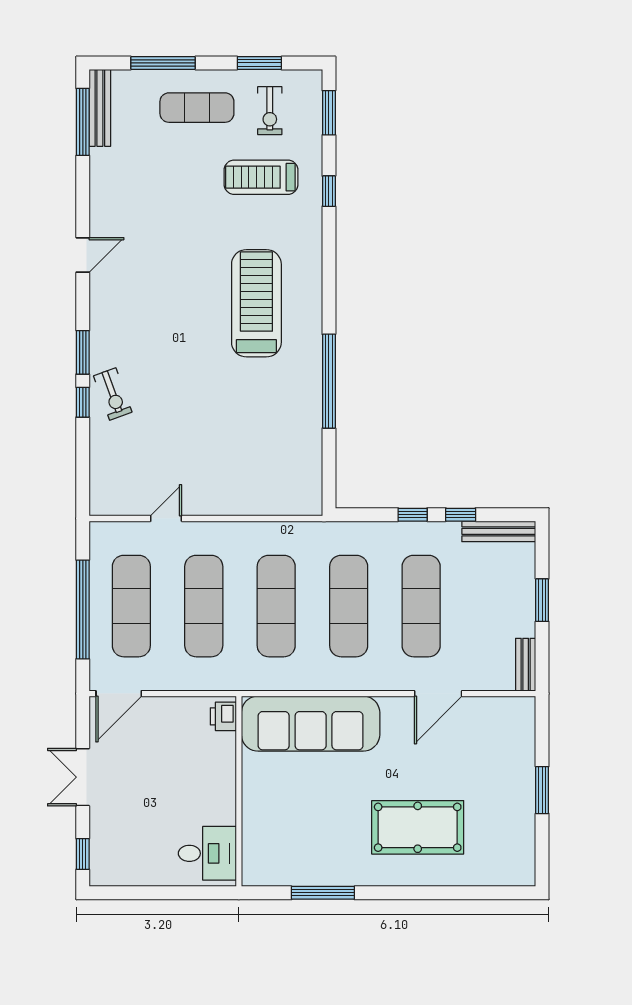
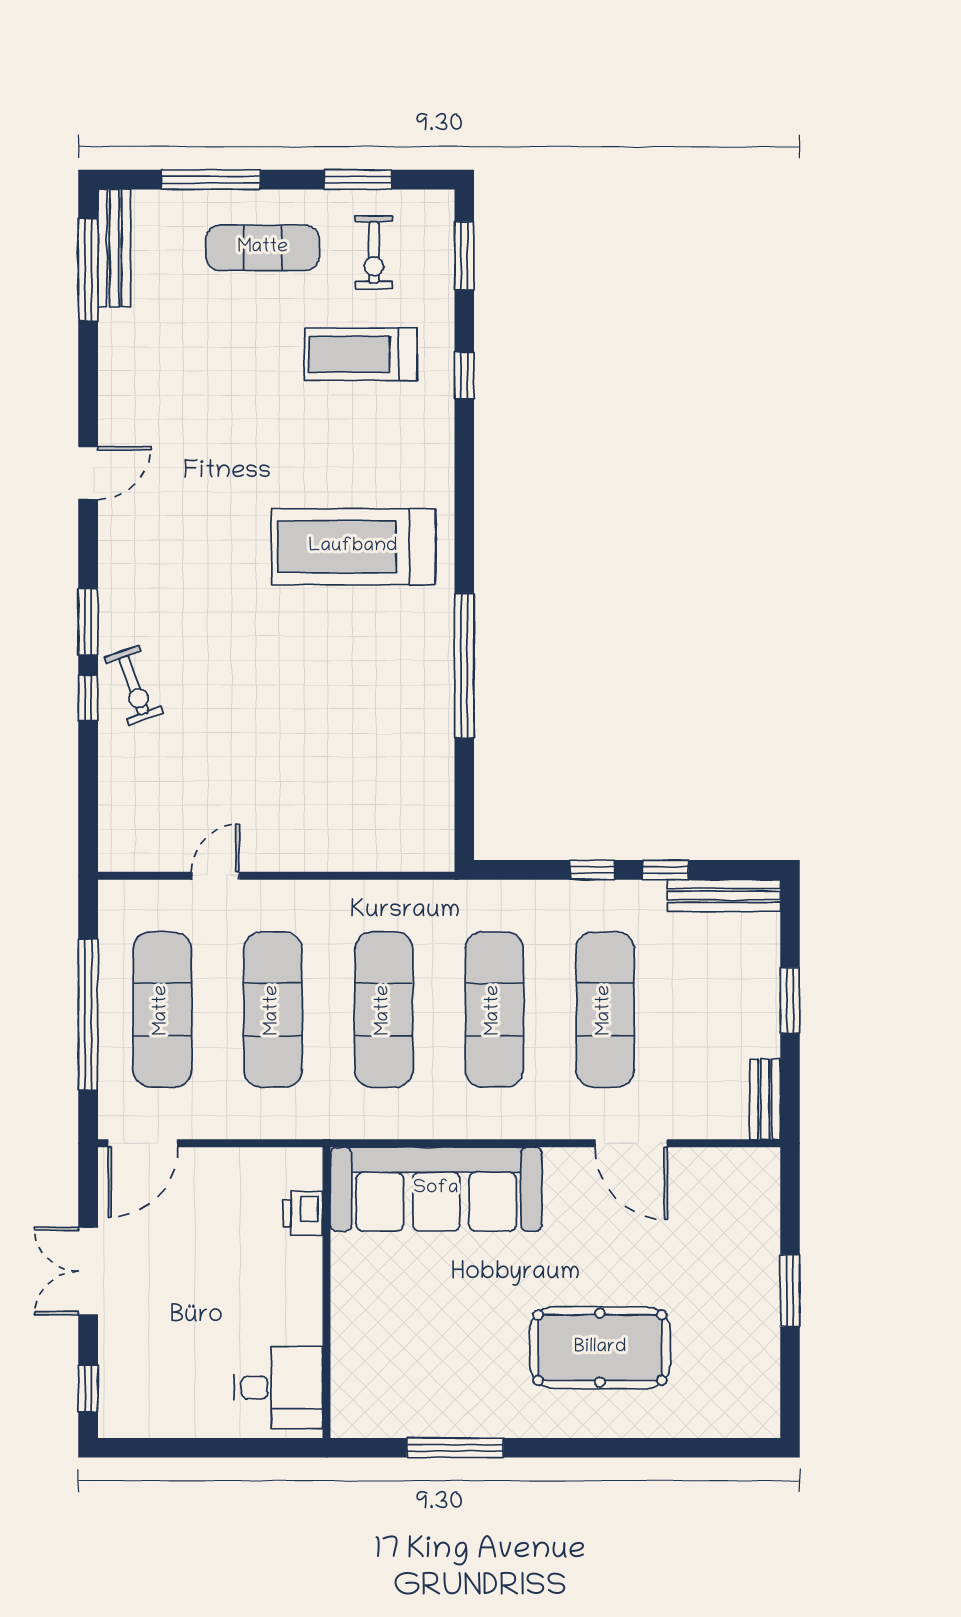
treadmill: (256, 303) -> (353, 547), turned -90
door: (438, 694) -> (631, 1143), hinge flipped
printer: (223, 716) -> (303, 1213), moved

